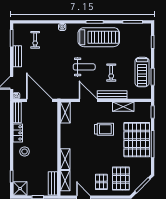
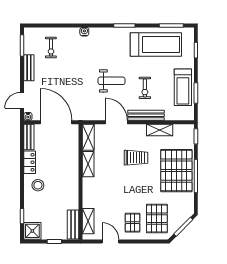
treadmill: (99, 37) -> (156, 44), moved
shelving: (65, 159) -> (88, 164), moved

